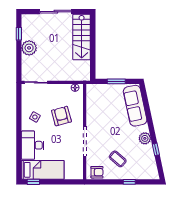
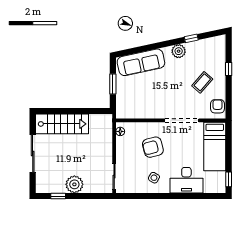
bed: (43, 170) -> (215, 147), moved, turned 180

